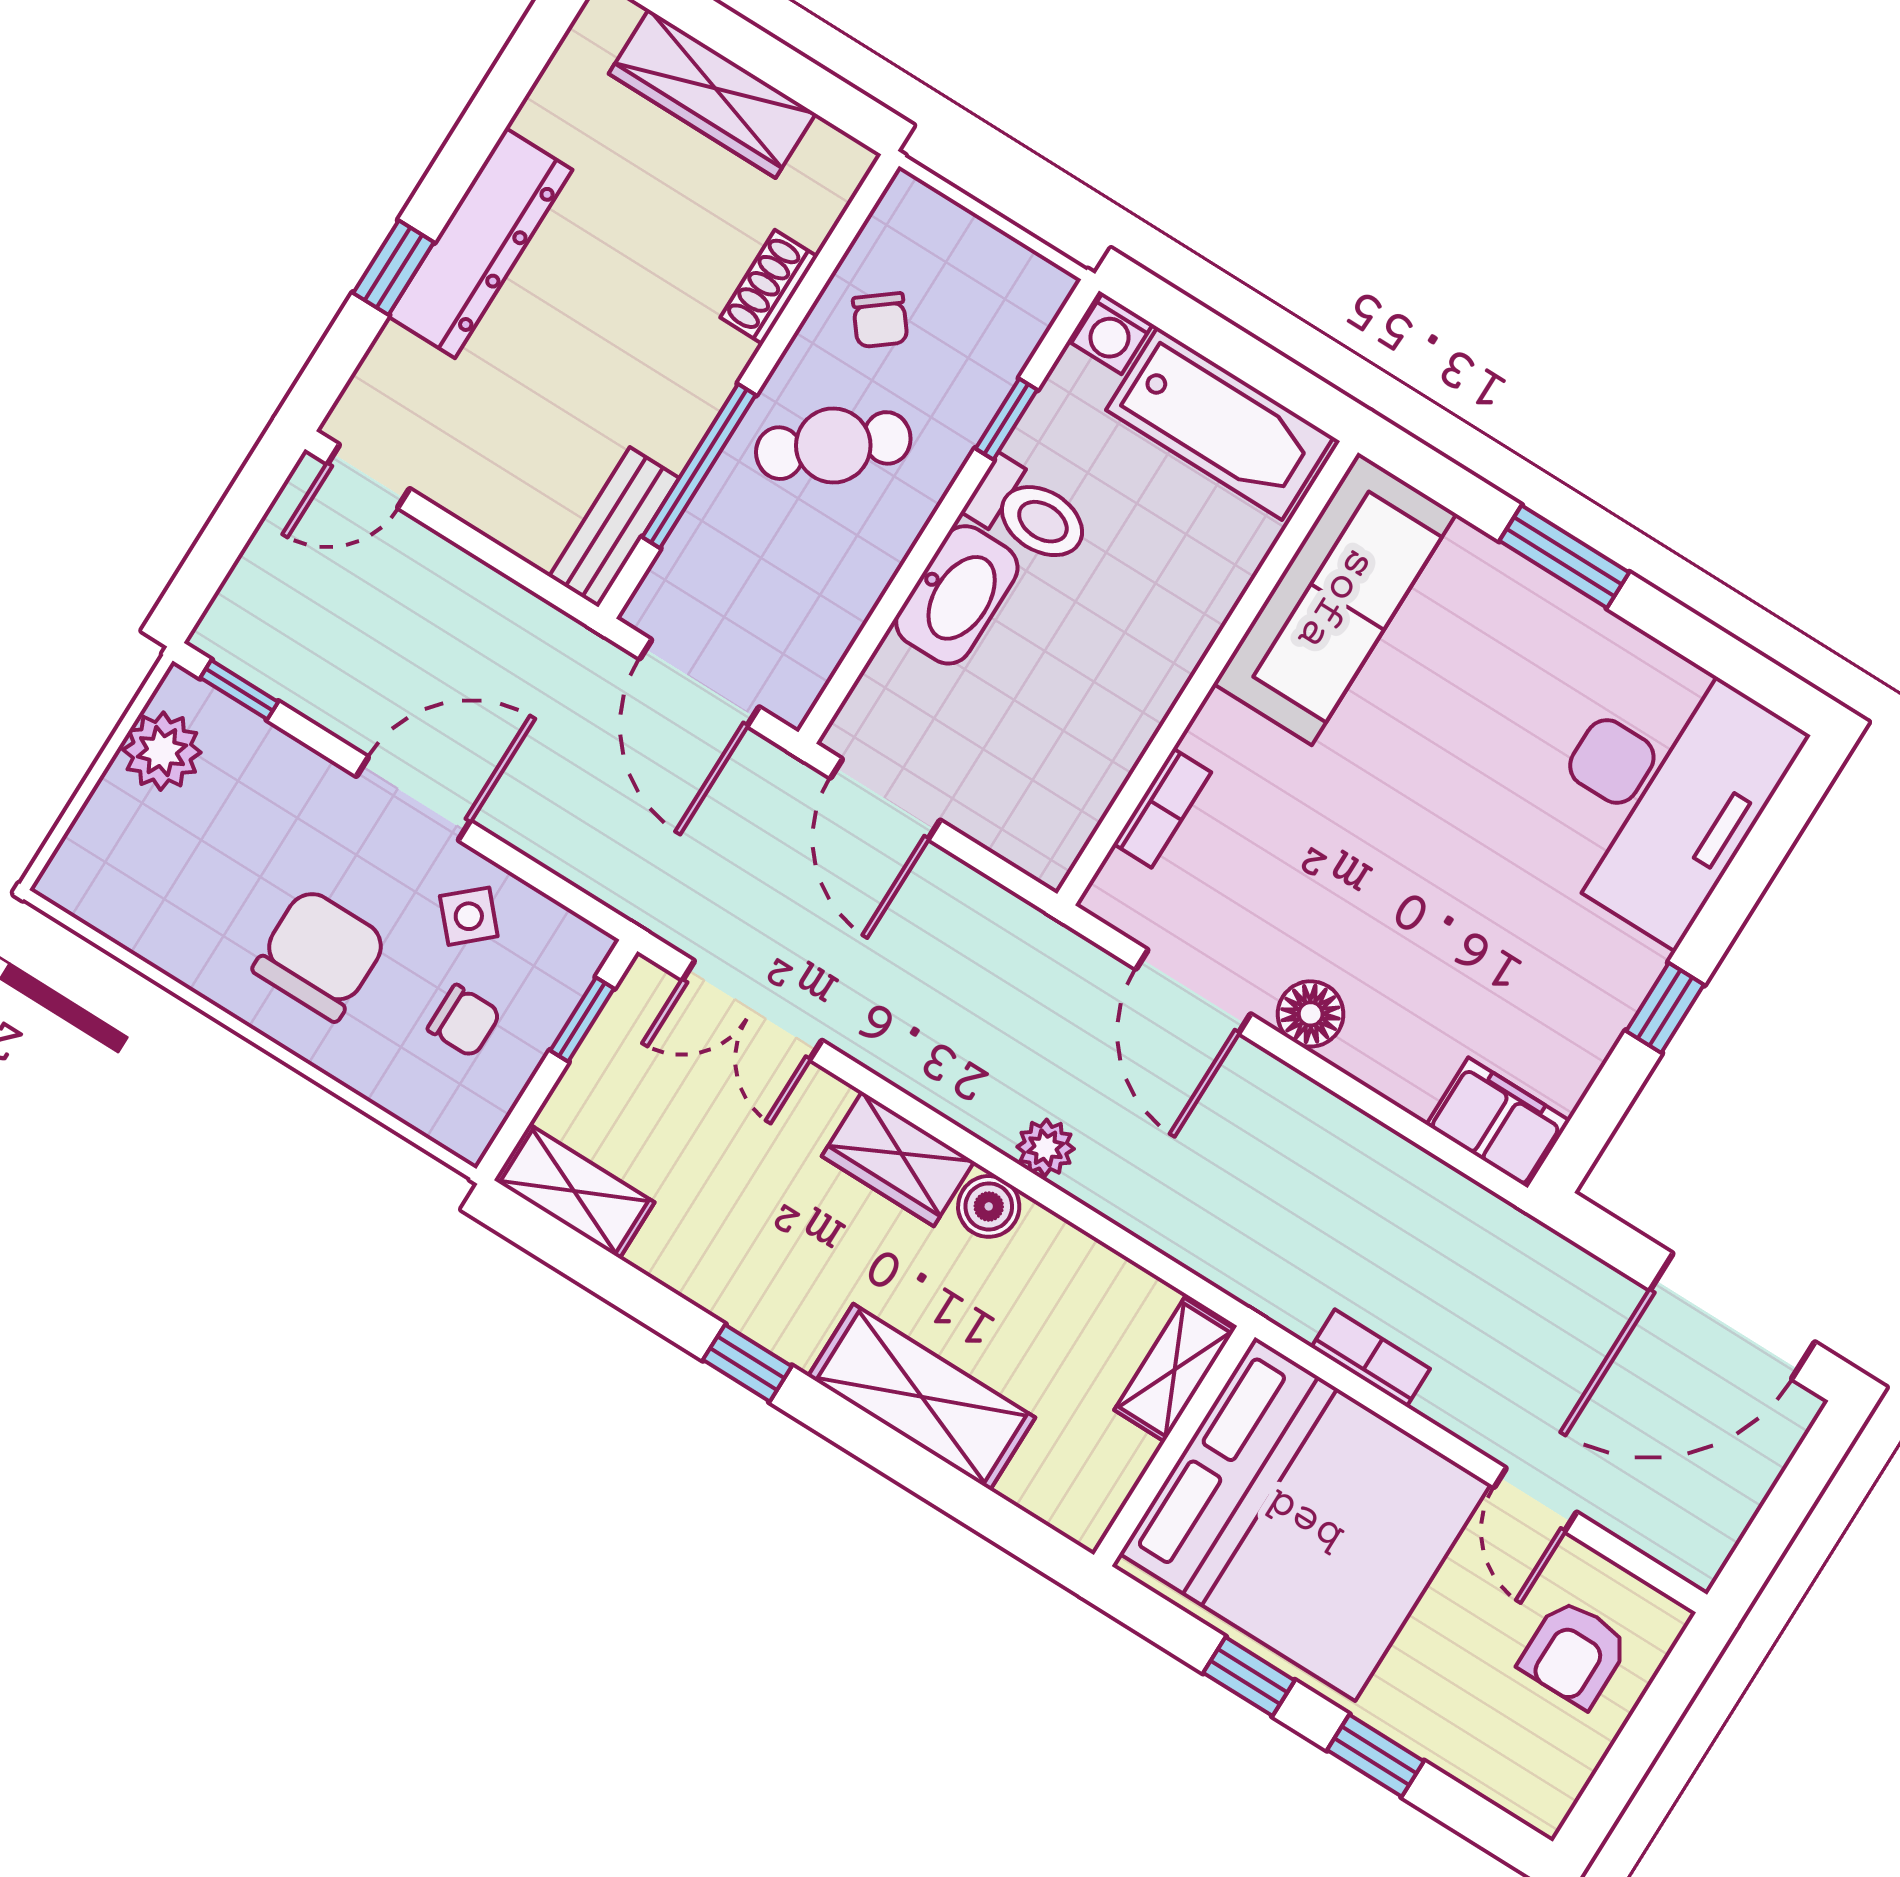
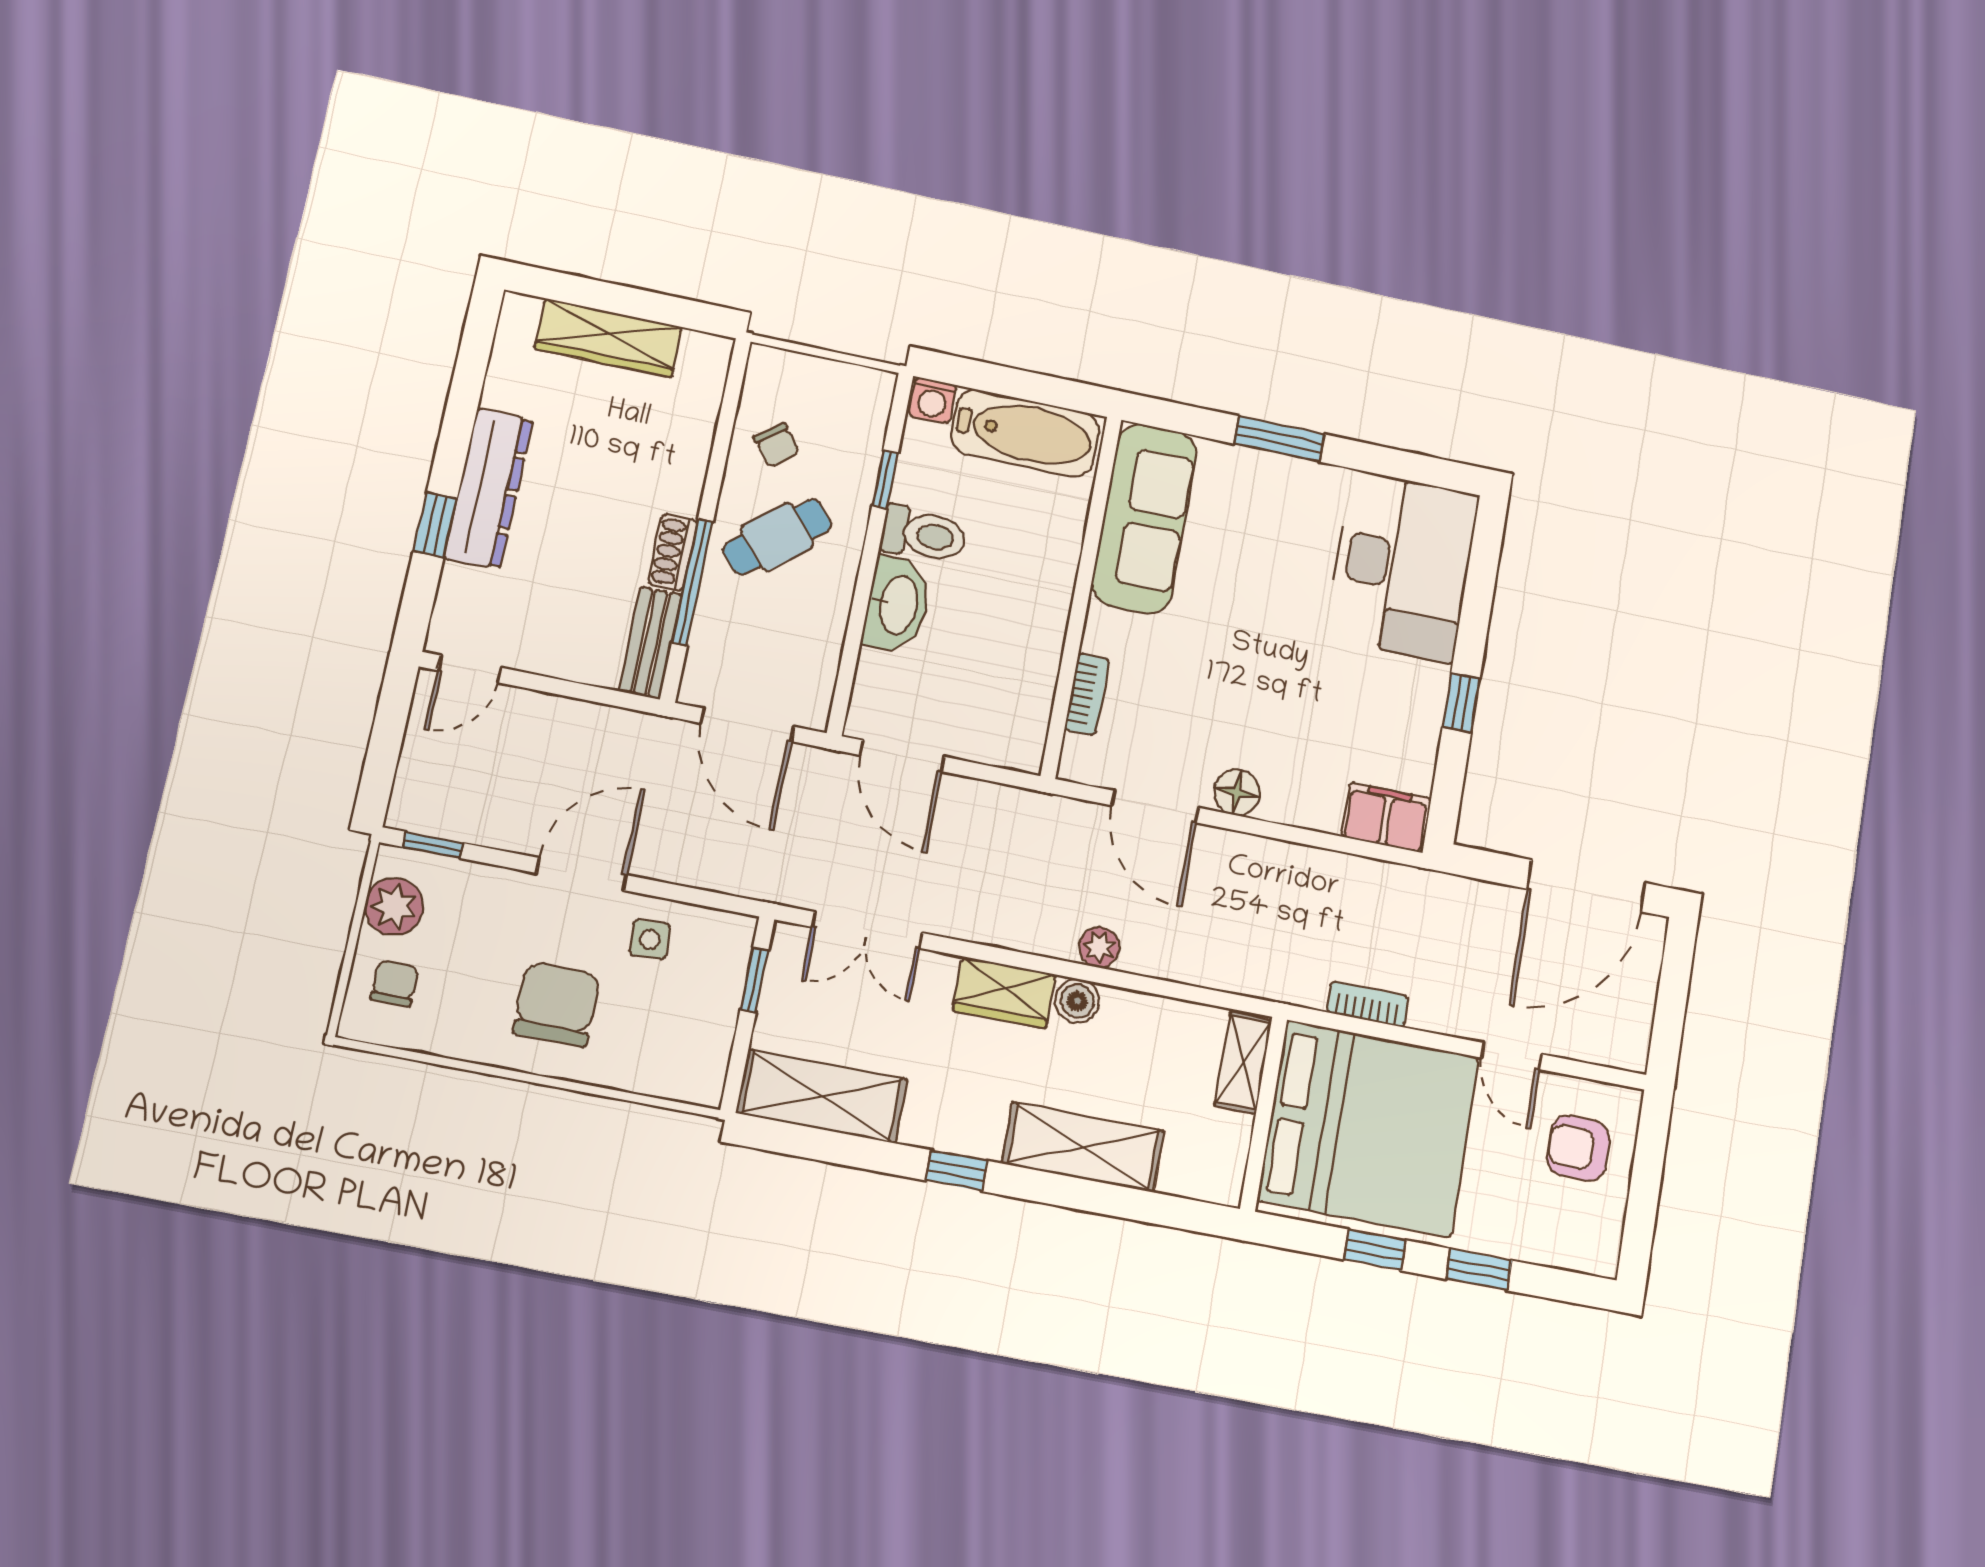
shoe rack: (769, 287) -> (673, 552), moved
side table: (469, 916) -> (650, 939), turned 37
chair: (464, 1021) -> (394, 984), moved, turned -90
shelving: (574, 1191) -> (822, 1096), width x1.50, depth x1.33
armchair: (1574, 1653) -> (1578, 1148), turned 90

